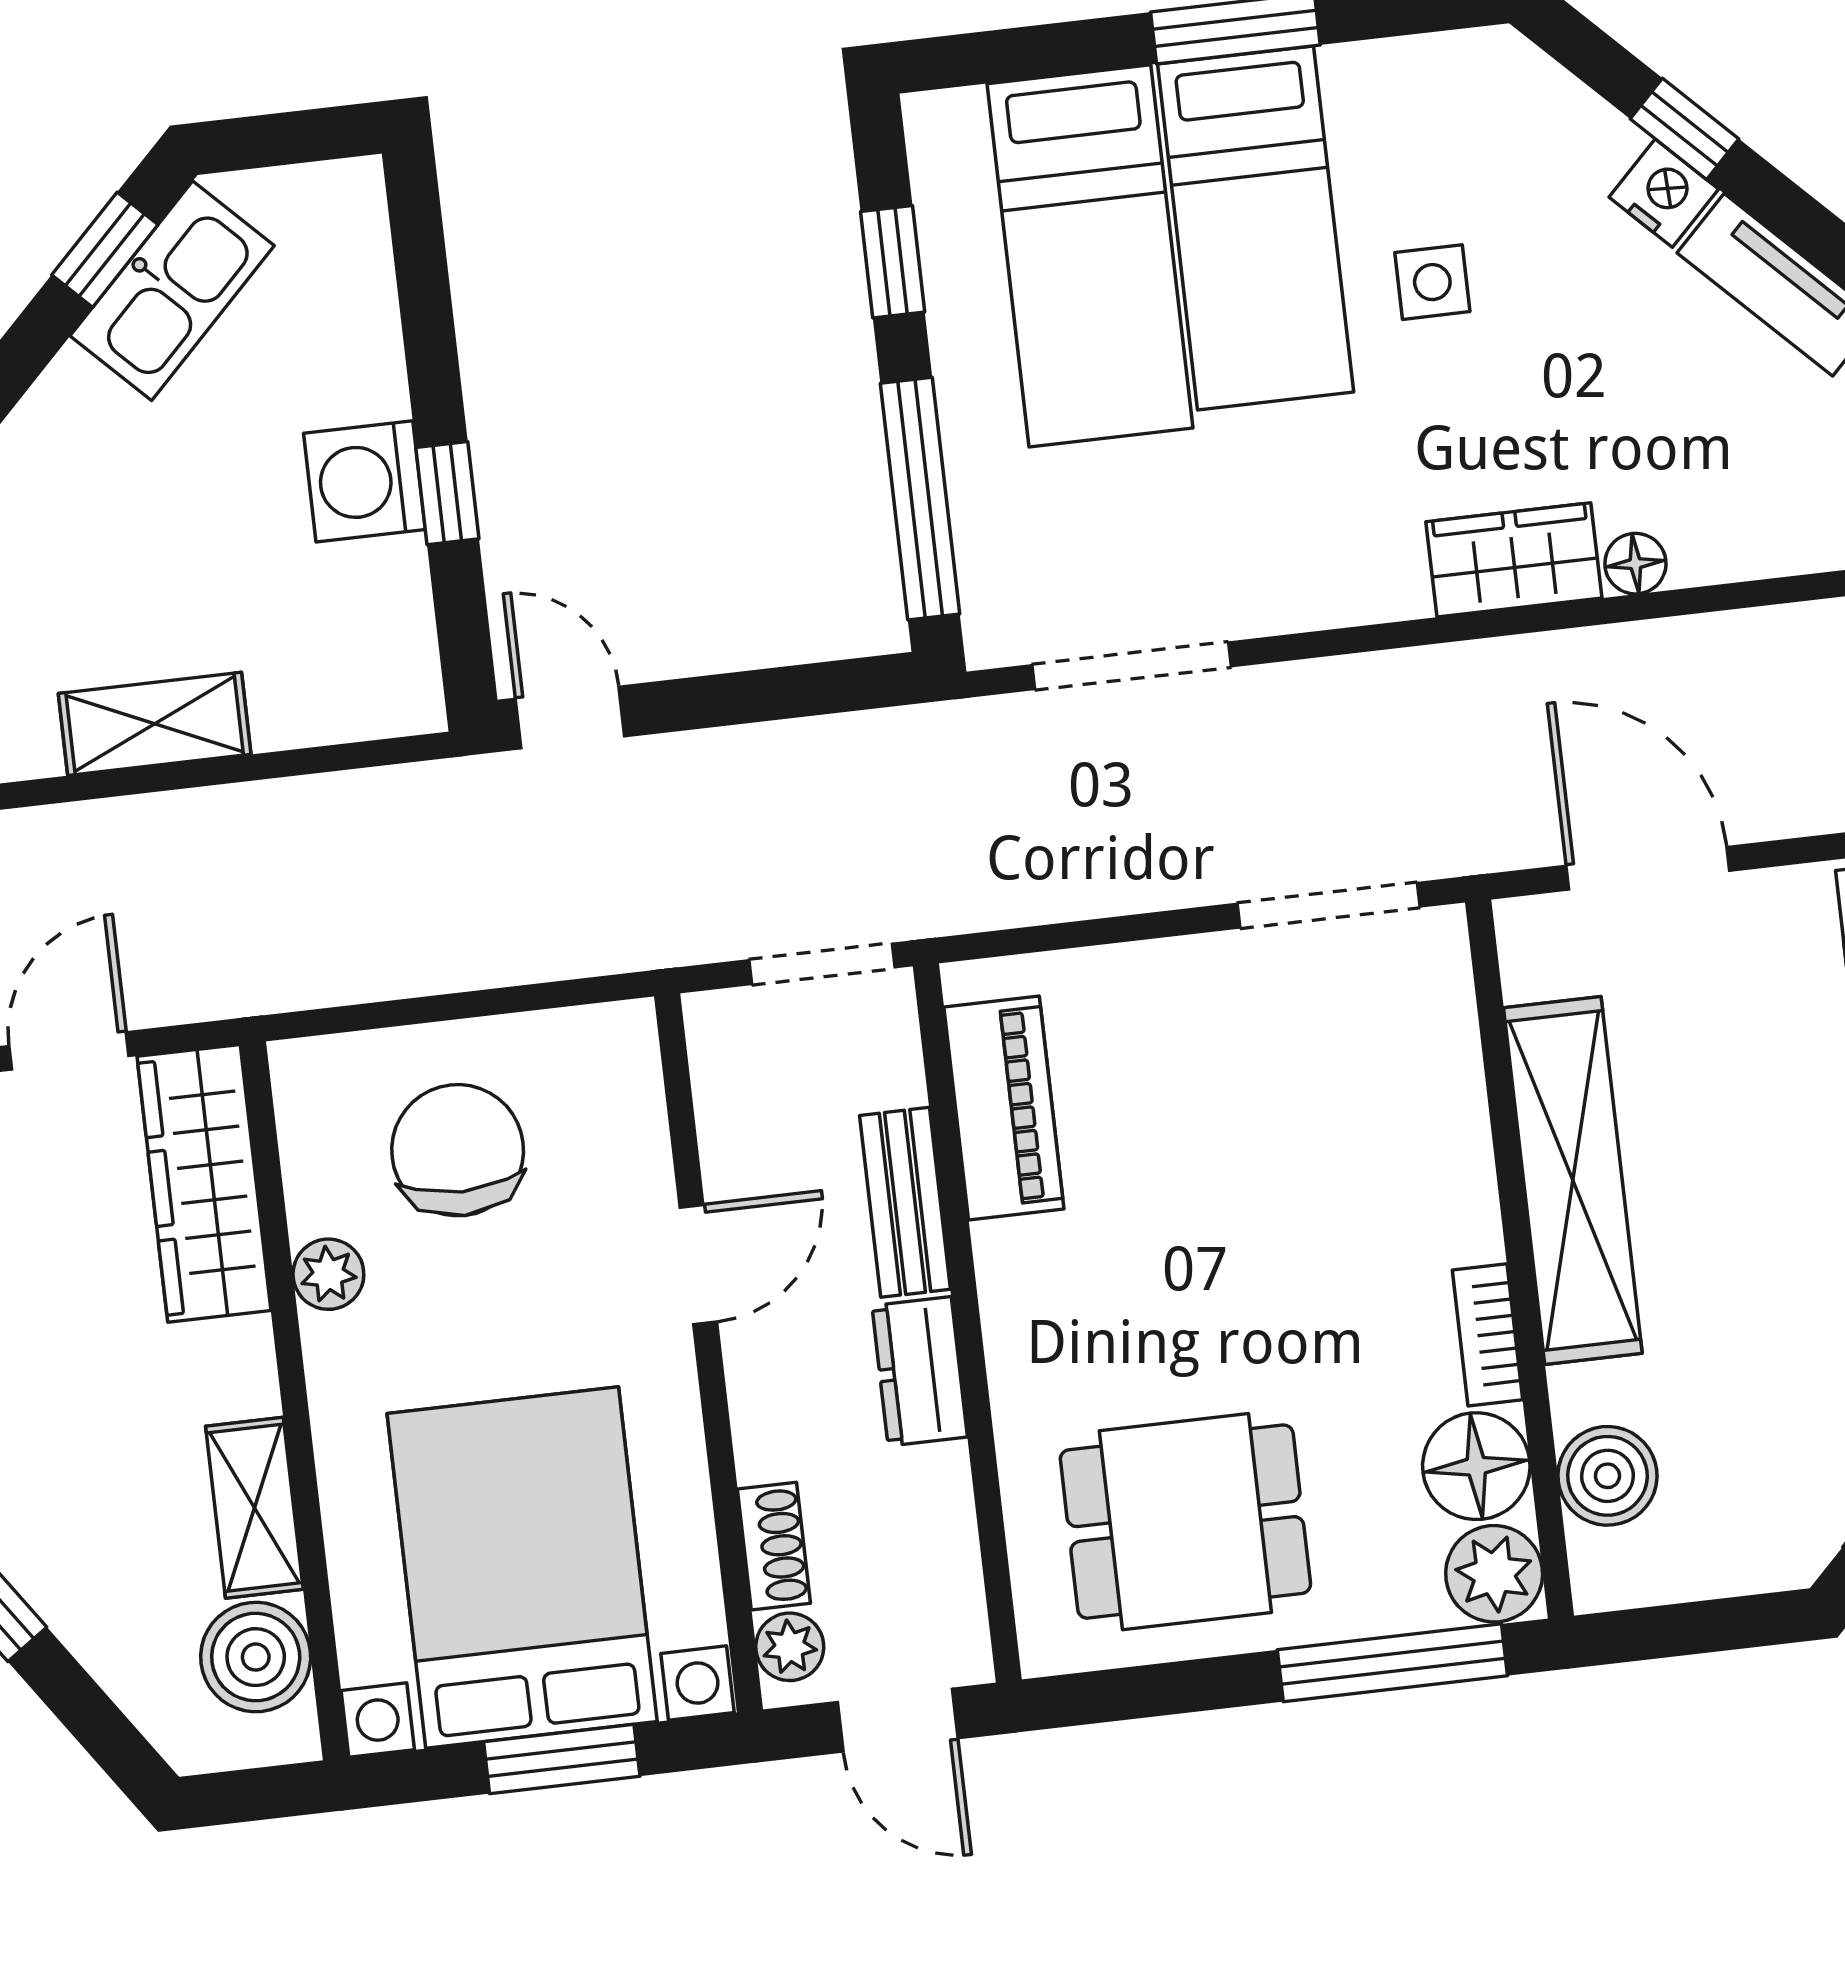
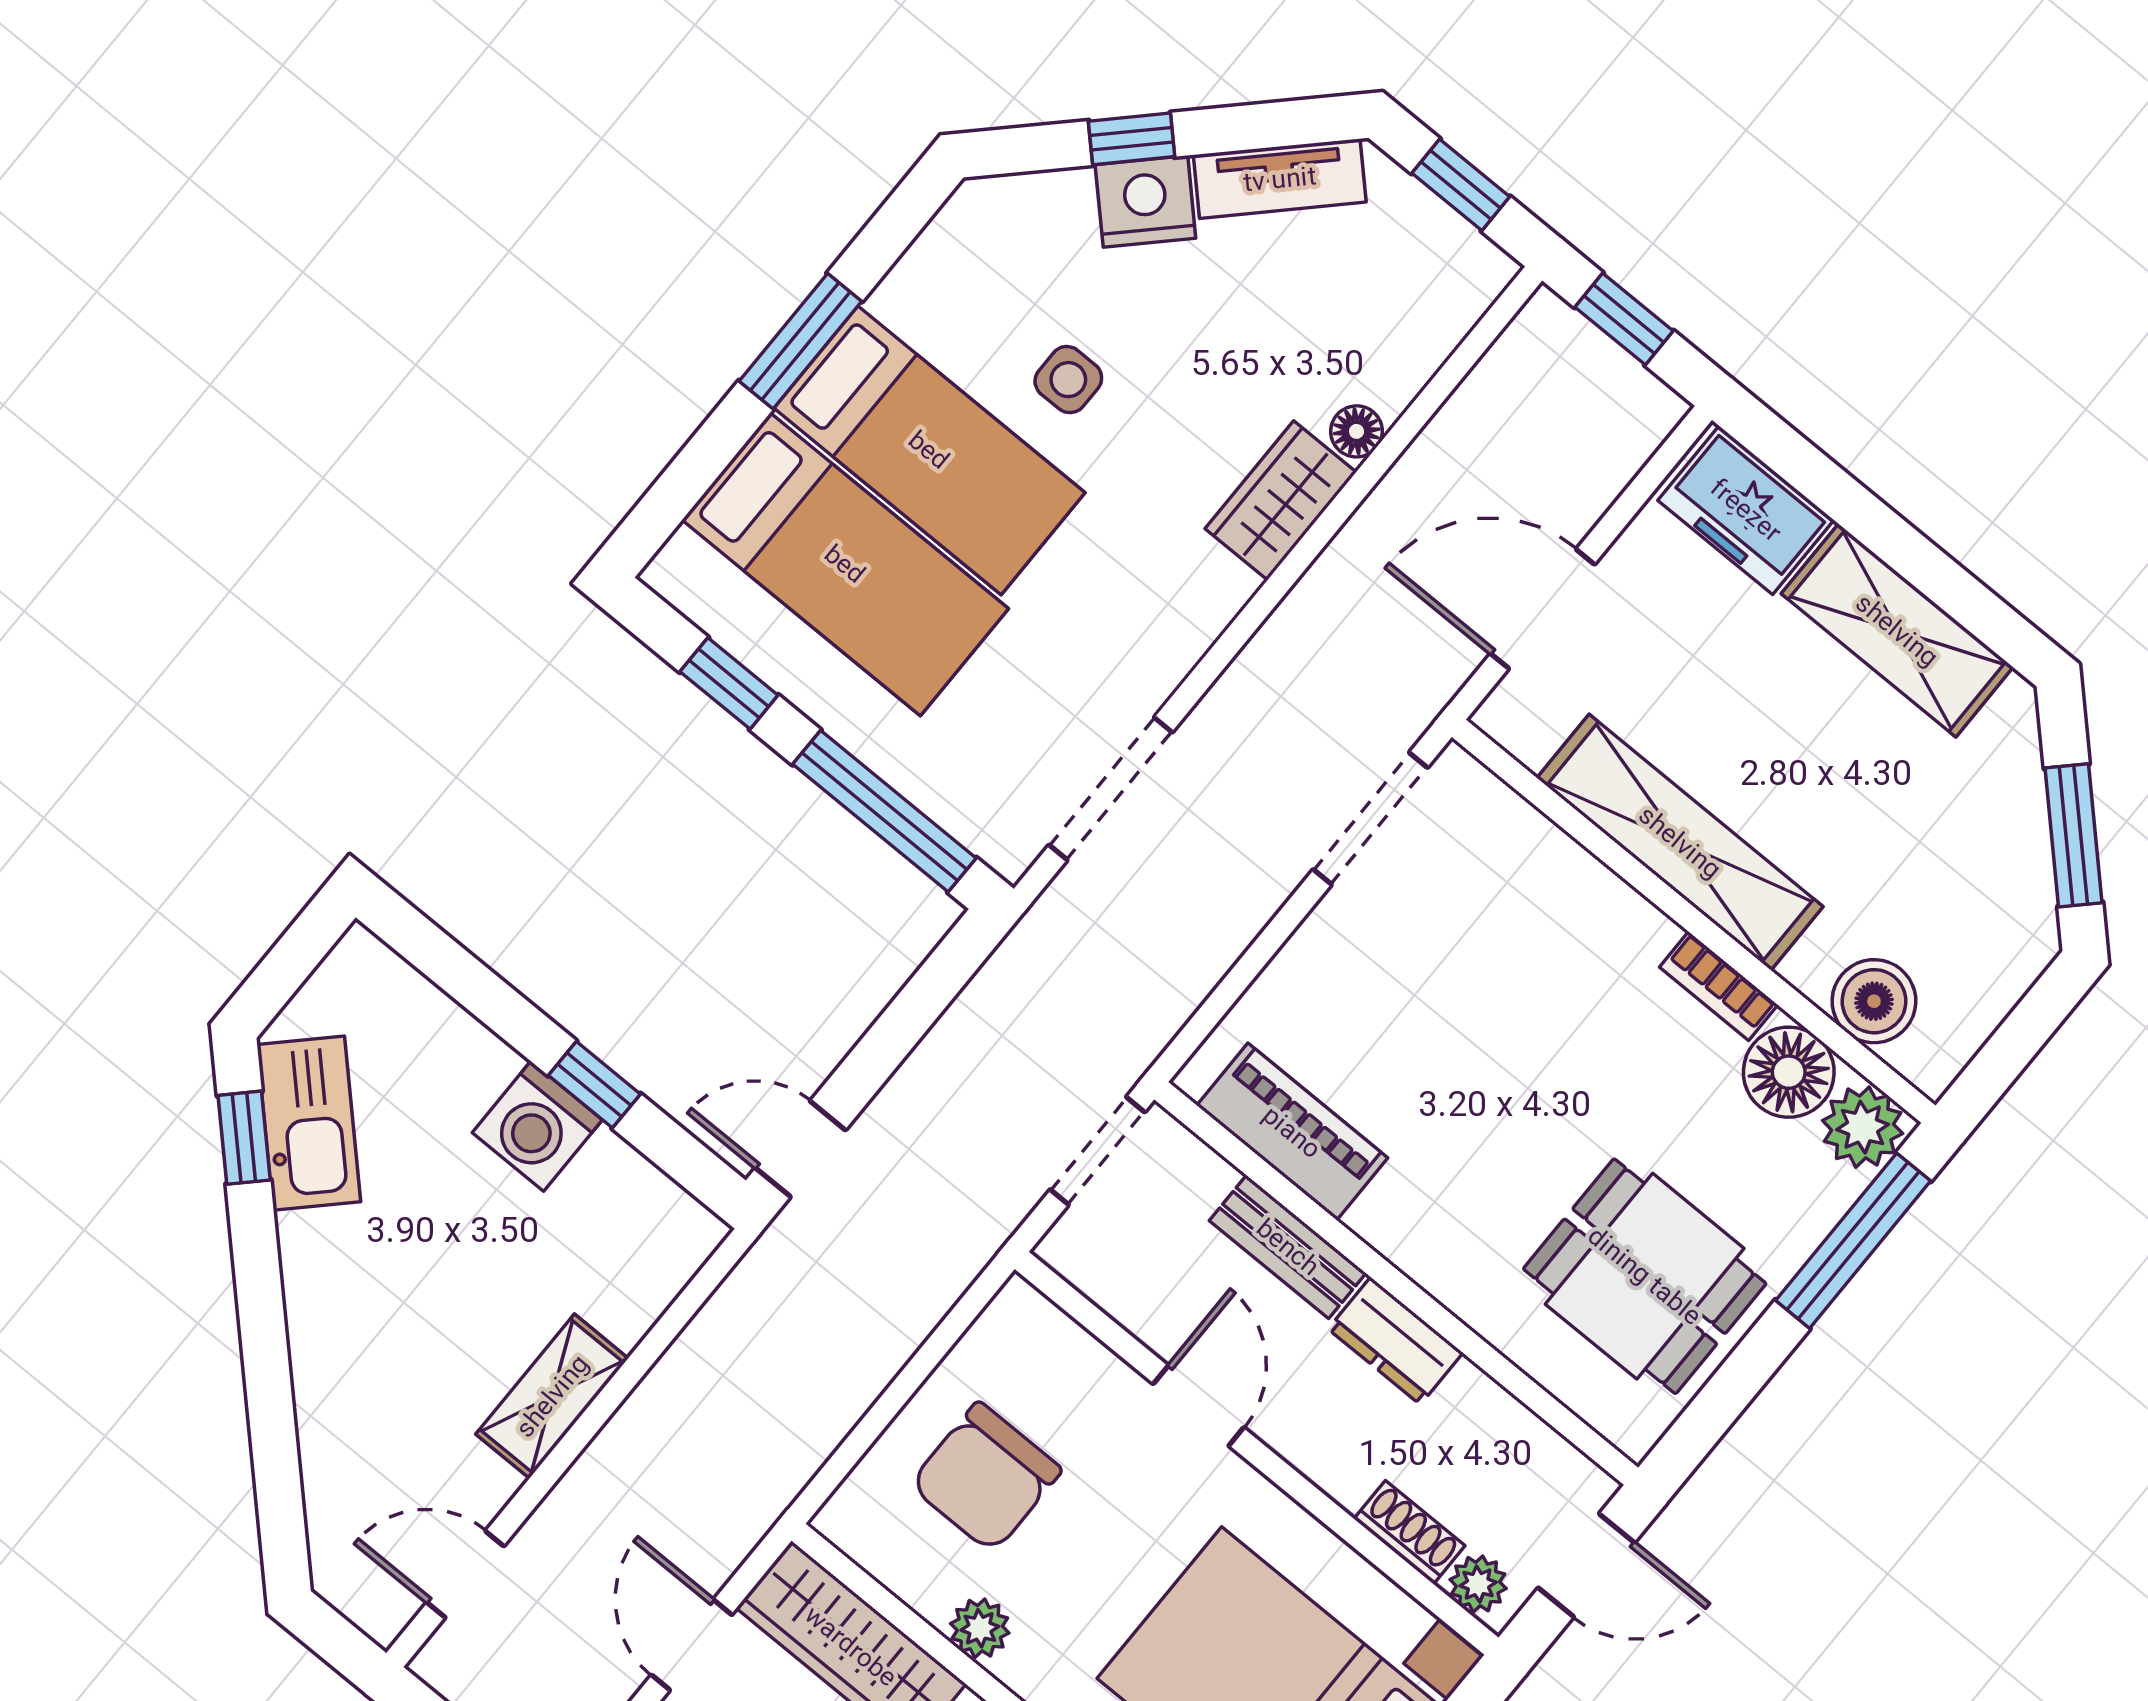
nightstand: (1664, 193) -> (1145, 201), width x1.36, depth x1.33
chair: (458, 1150) -> (986, 1477), turned -90
dining table: (1185, 1522) -> (1645, 1276), turned 90

